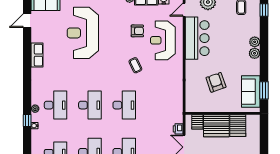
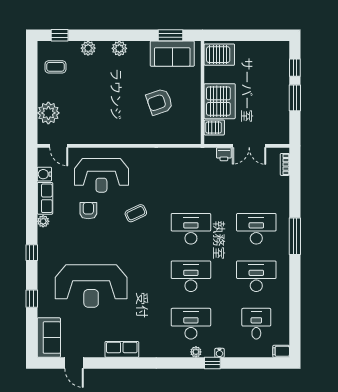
bar counter: (197, 38) -> (98, 128), removed
plant: (255, 42) -> (88, 48), moved
server rack: (238, 126) -> (219, 55), moved

